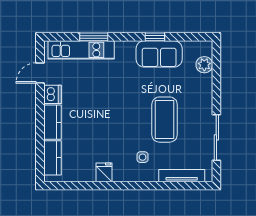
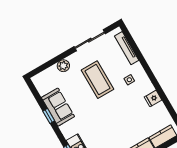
plant: (204, 65) -> (63, 66), moved
coffee table: (165, 120) -> (97, 80), turned 90

